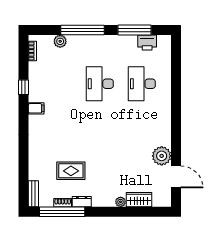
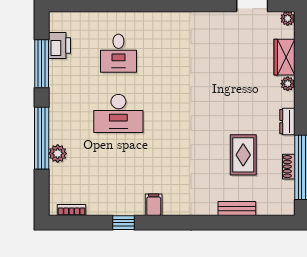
plant: (60, 41) -> (58, 153), moved
desk: (142, 84) -> (118, 53), width x0.73
plant: (162, 156) -> (288, 18), moved, width x0.53, depth x0.53
bench: (33, 194) -> (237, 209), moved
dresser: (82, 202) -> (287, 122), moved

